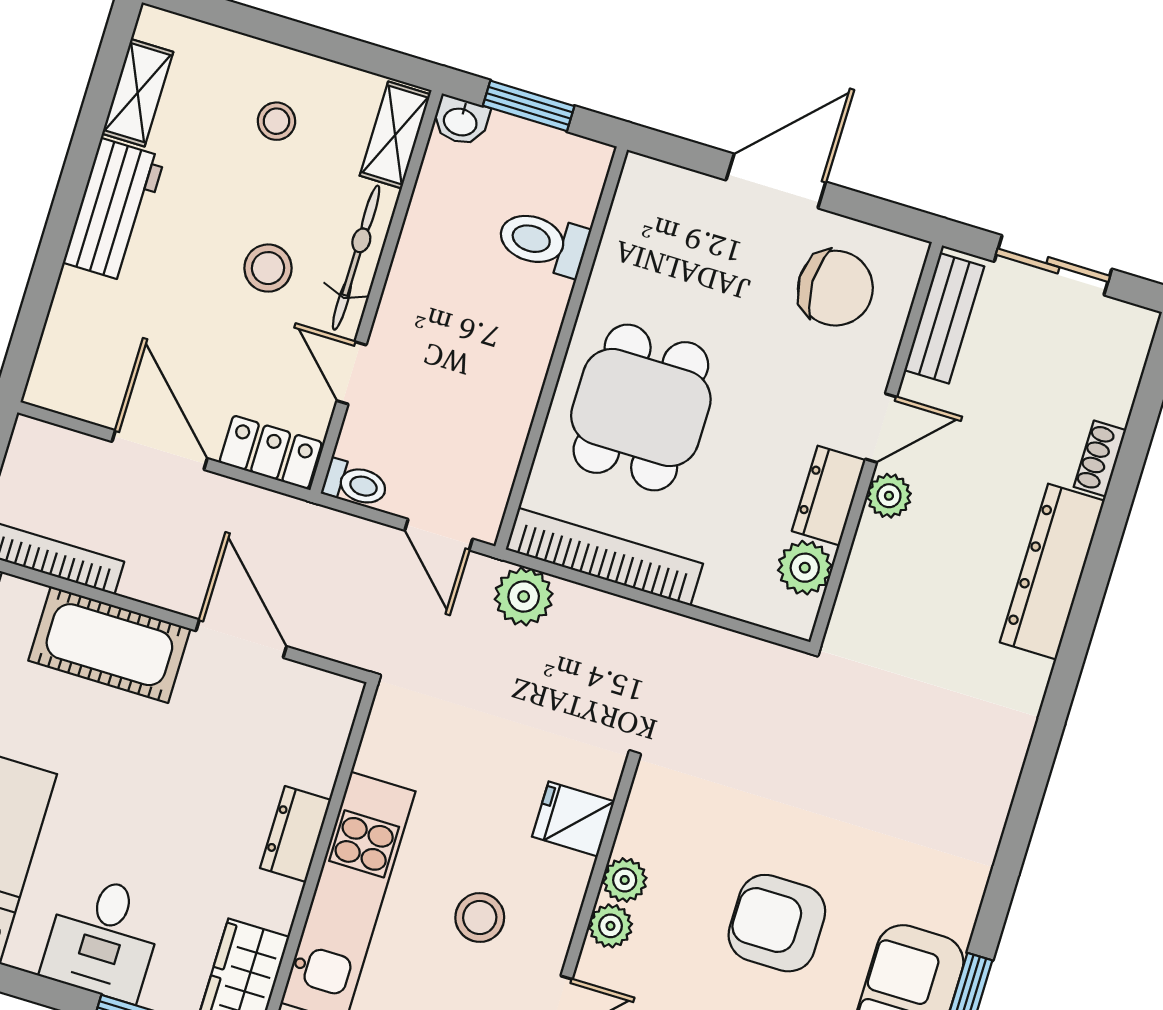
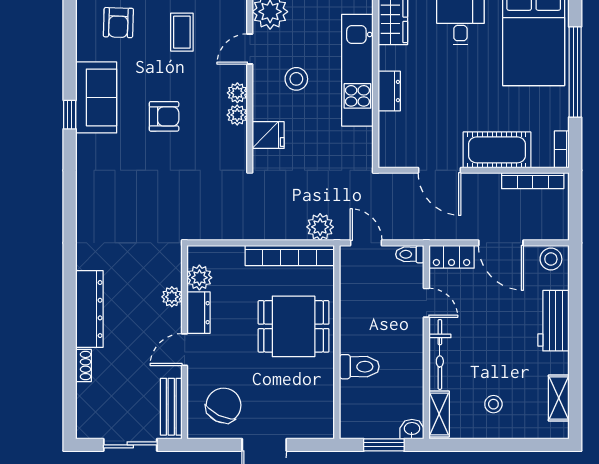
workbench: (114, 210) -> (553, 321), moved
toilet: (543, 242) -> (359, 367), moved
stool: (268, 268) -> (551, 259), moved
chair: (835, 288) -> (224, 405), turned 116
dining table: (641, 408) -> (294, 326), turned 90
plant: (889, 496) -> (172, 297), moved
armchair: (777, 923) -> (164, 116), width x0.72, depth x0.72

